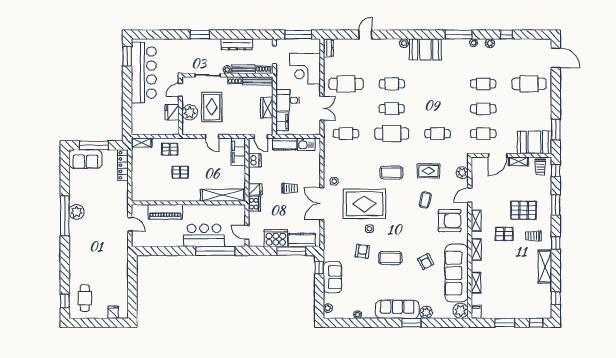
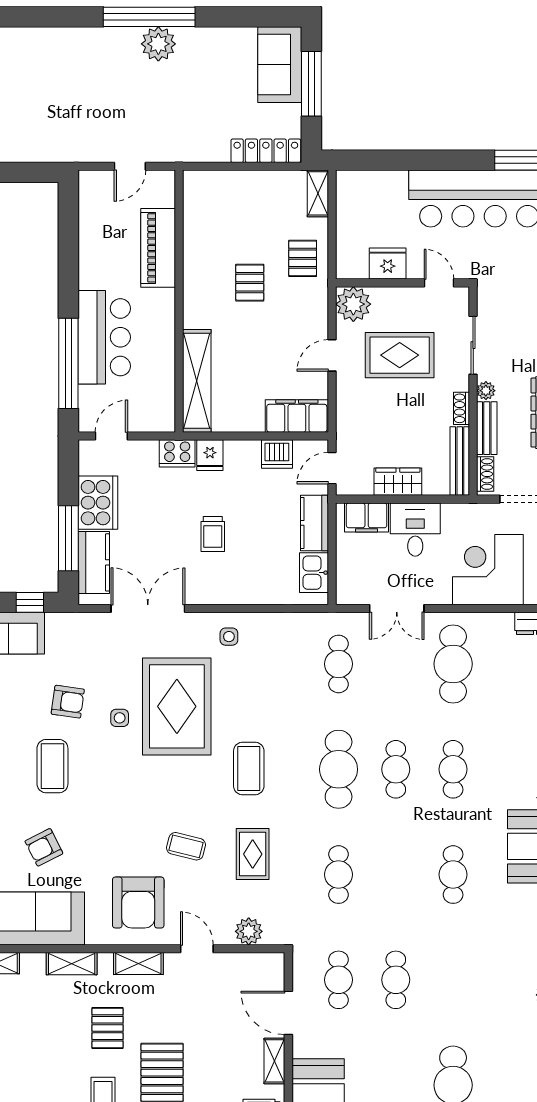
cafe table: (483, 84) -> (453, 875), moved
plant: (190, 112) -> (353, 304), moved
double door: (322, 204) -> (148, 608), moved

